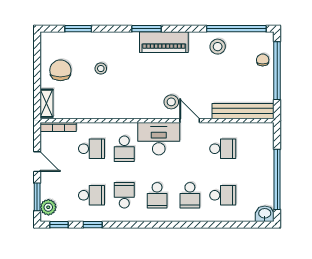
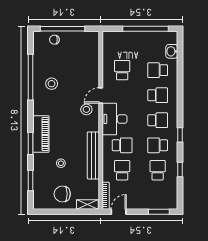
window: (147, 29) -> (30, 143), moved
window: (236, 29) -> (30, 77), moved
piano: (164, 42) -> (41, 134), moved
stool: (218, 47) -> (52, 84), moved
bench: (243, 111) -> (93, 155), moved
door: (37, 162) -> (119, 212), moved
school desk: (223, 195) -> (158, 70), turned -90
plant: (48, 207) -> (167, 203), removed
washbasin: (265, 214) -> (172, 51), moved
window: (59, 225) -> (180, 135), moved

